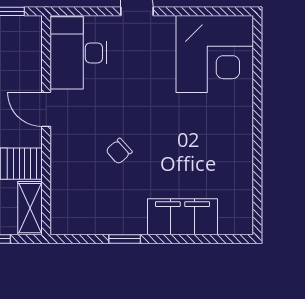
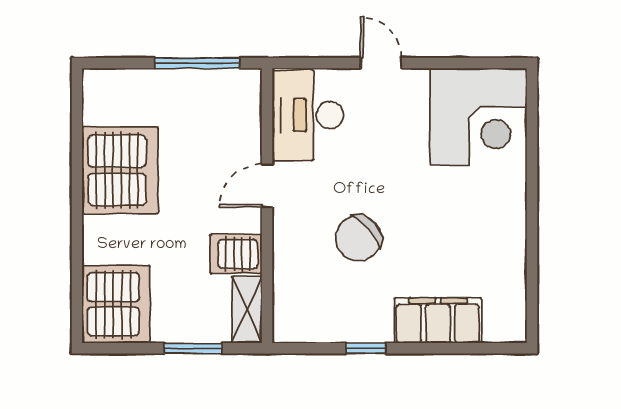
door: (46, 109) -> (267, 186), hinge flipped
chair: (119, 151) -> (358, 238), width x1.87, depth x1.87

